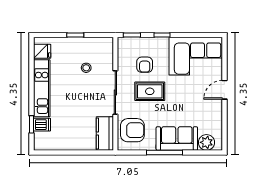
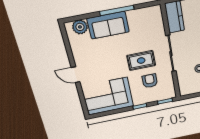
door: (224, 90) -> (76, 75), swing flipped
armchair: (132, 130) -> (150, 25), removed

